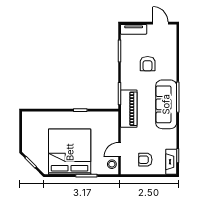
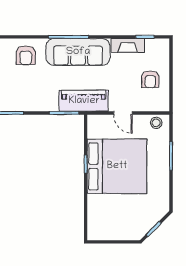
armchair: (148, 64) -> (26, 55), moved, turned 90
door: (119, 150) -> (123, 113), moved
bed: (70, 152) -> (117, 166), moved, turned 180
fireplace: (171, 162) -> (128, 45), moved

